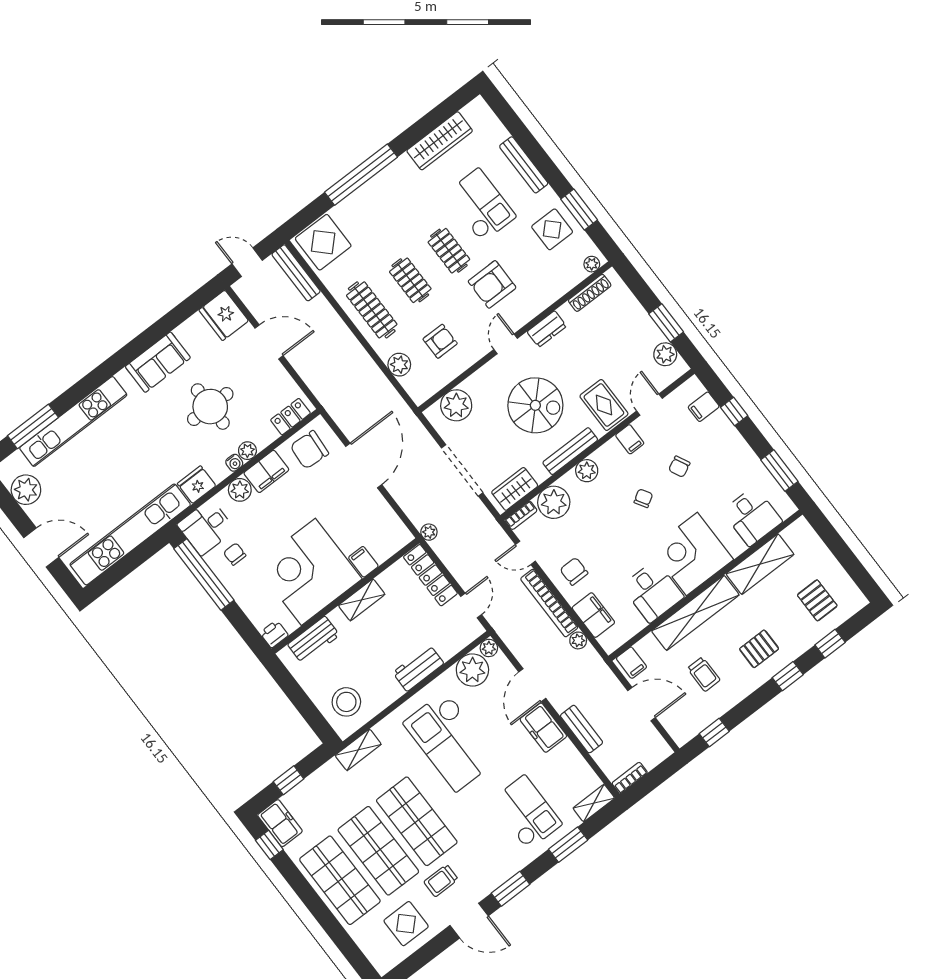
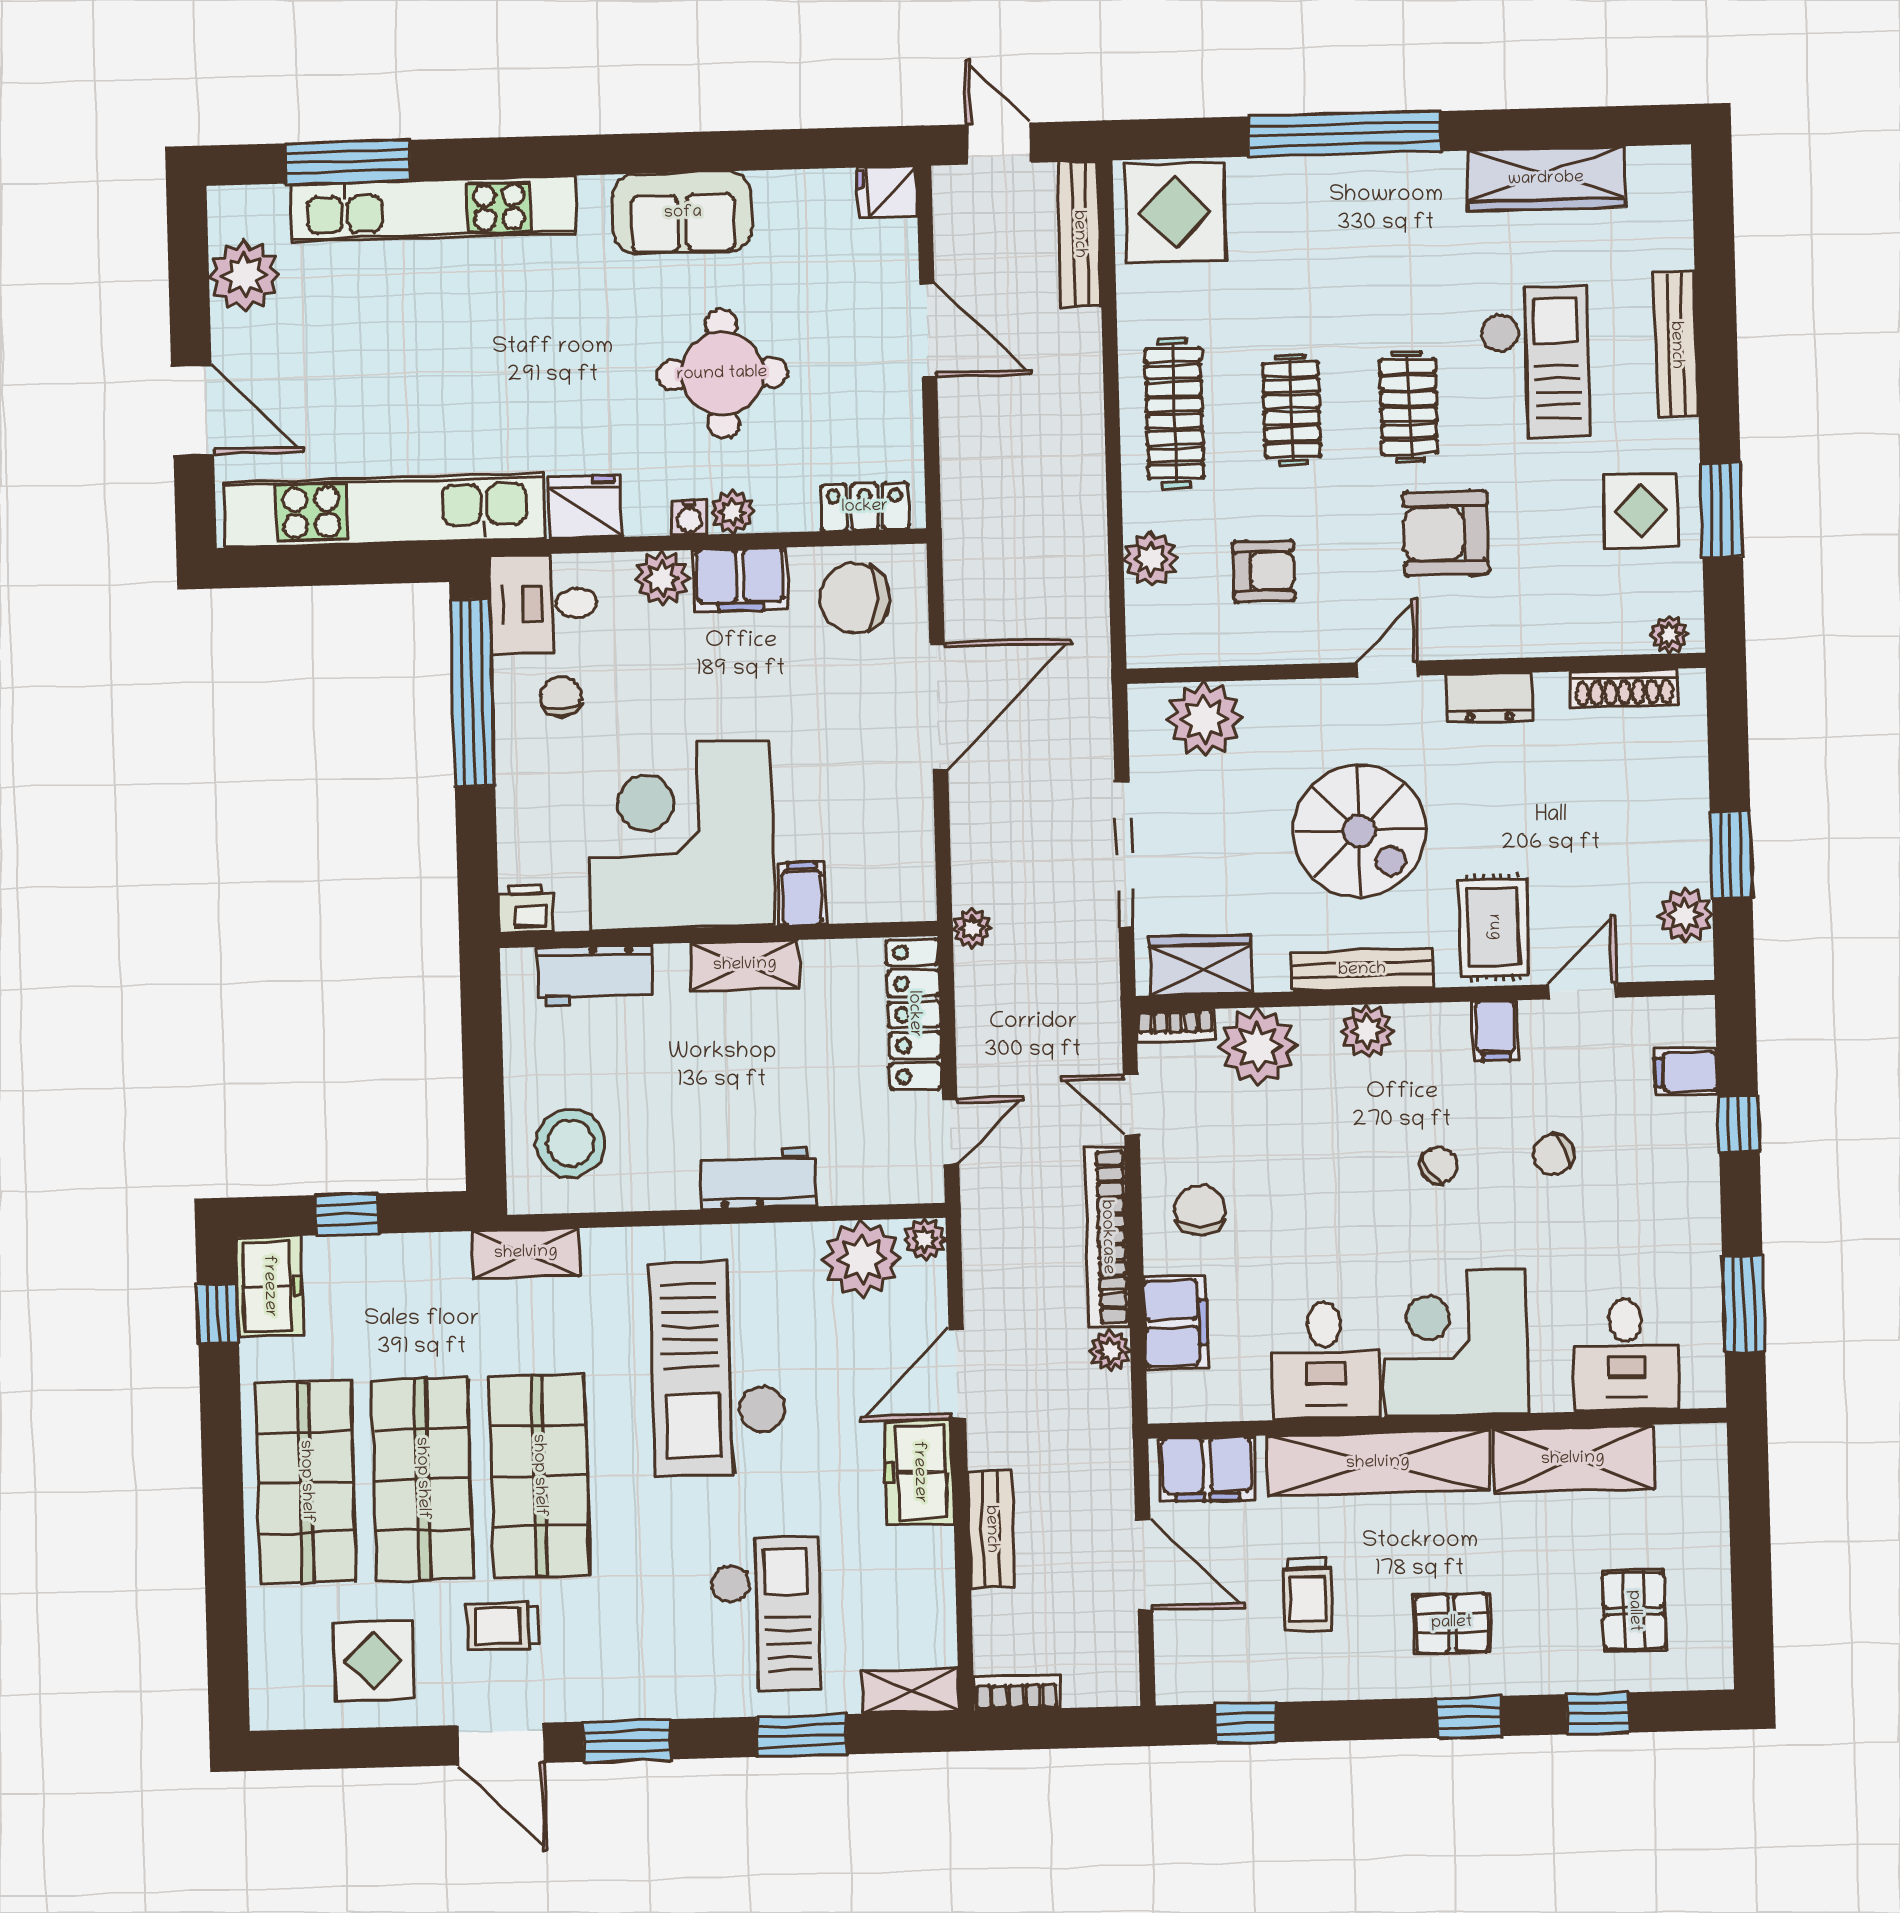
fridge: (224, 315) -> (887, 192), width x0.53, depth x0.75
filing cabinet: (631, 663) -> (1207, 1469), width x2.00

